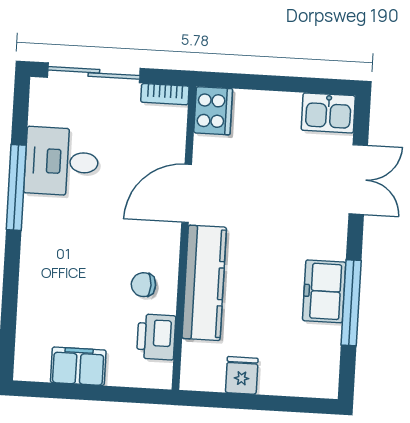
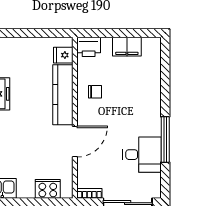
cooker: (213, 111) -> (48, 189), moved, turned 90
printer: (156, 337) -> (89, 47), moved, turned 90
fridge: (242, 375) -> (63, 55), moved, turned 90

